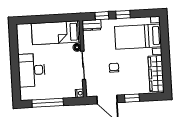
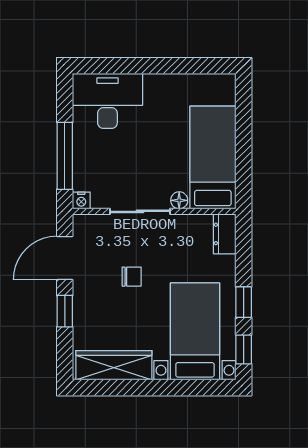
window: (102, 16) -> (244, 349), moved
desk: (32, 70) -> (107, 101), moved
window: (48, 103) -> (65, 156), moved

